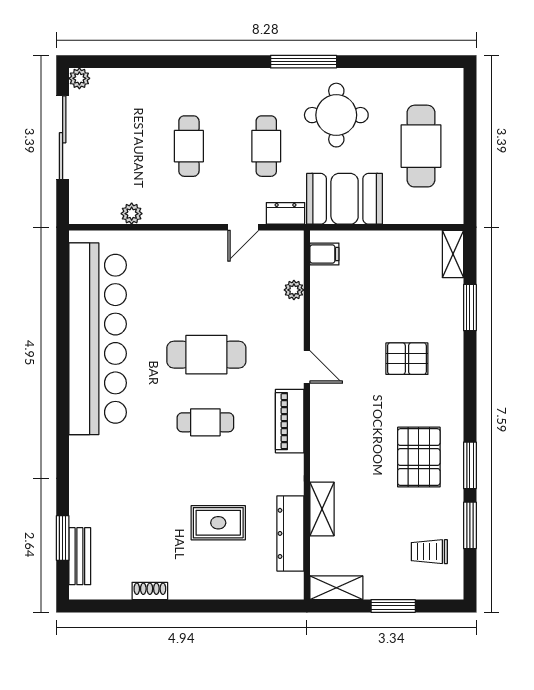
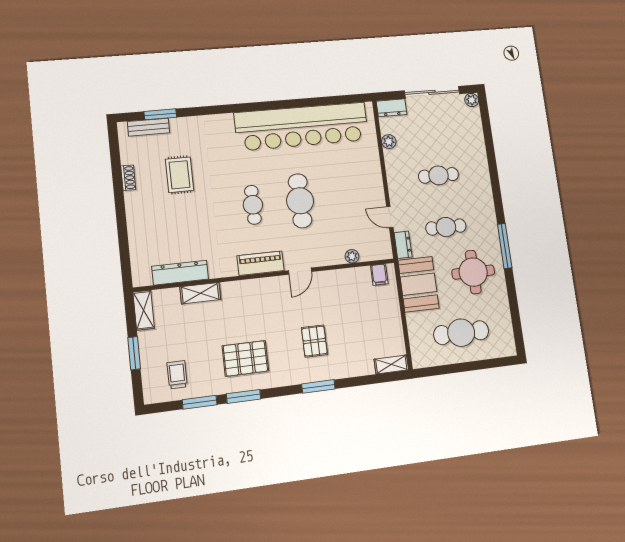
dresser: (81, 203) -> (391, 108), added
window: (470, 308) -> (318, 386), moved
rug: (218, 523) -> (180, 175), moved

